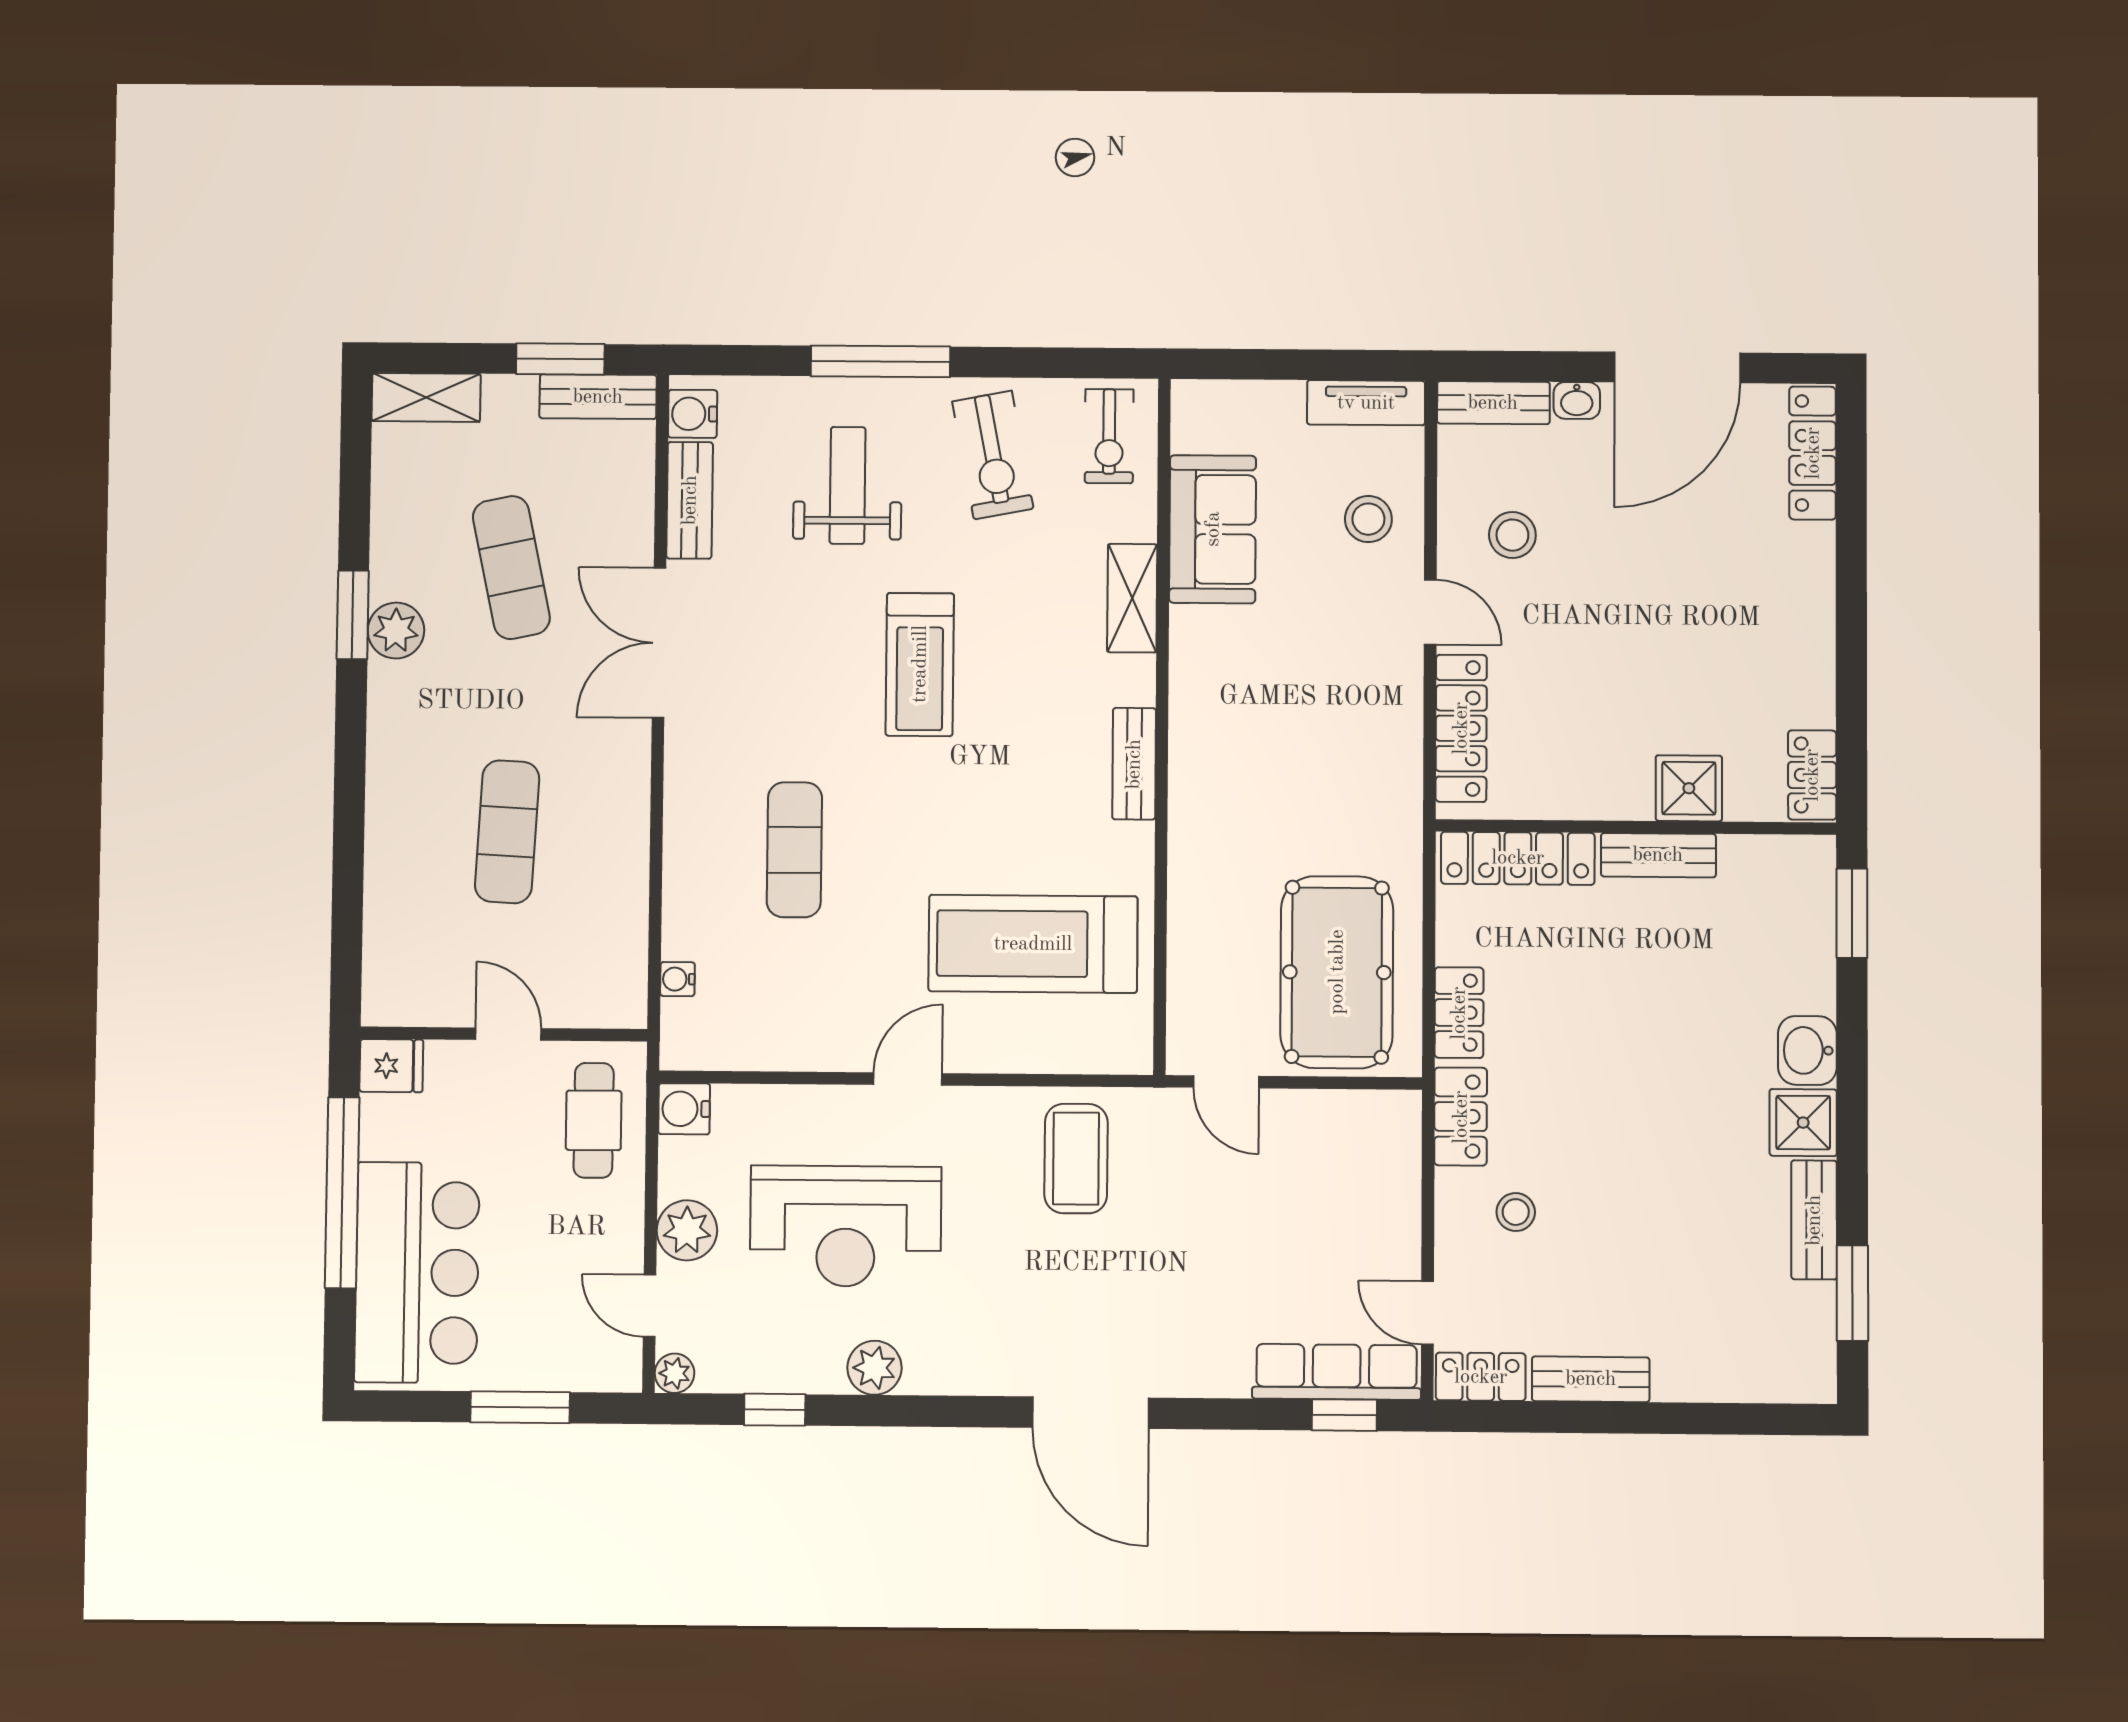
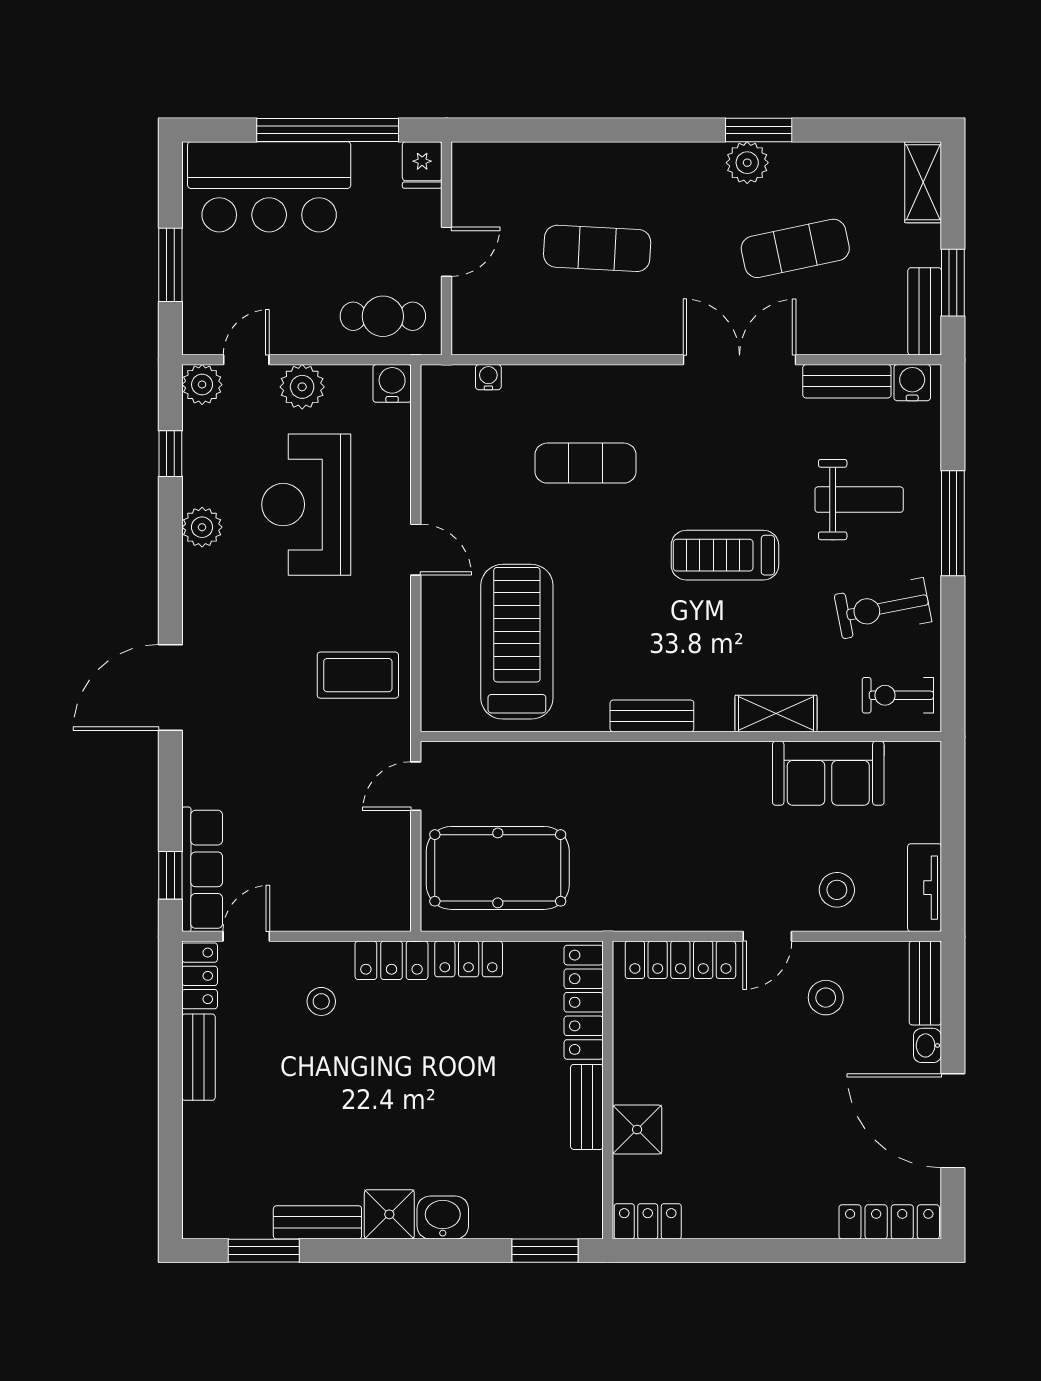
plant: (675, 1373) -> (202, 385), width x1.38, depth x1.38

